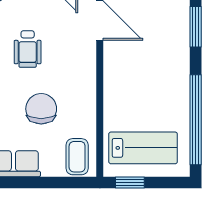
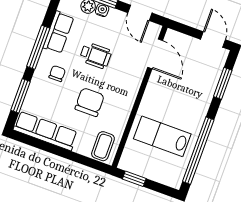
wheelchair: (28, 49) -> (96, 55), turned -90
lab bench: (143, 148) -> (162, 136), moved, turned 180

